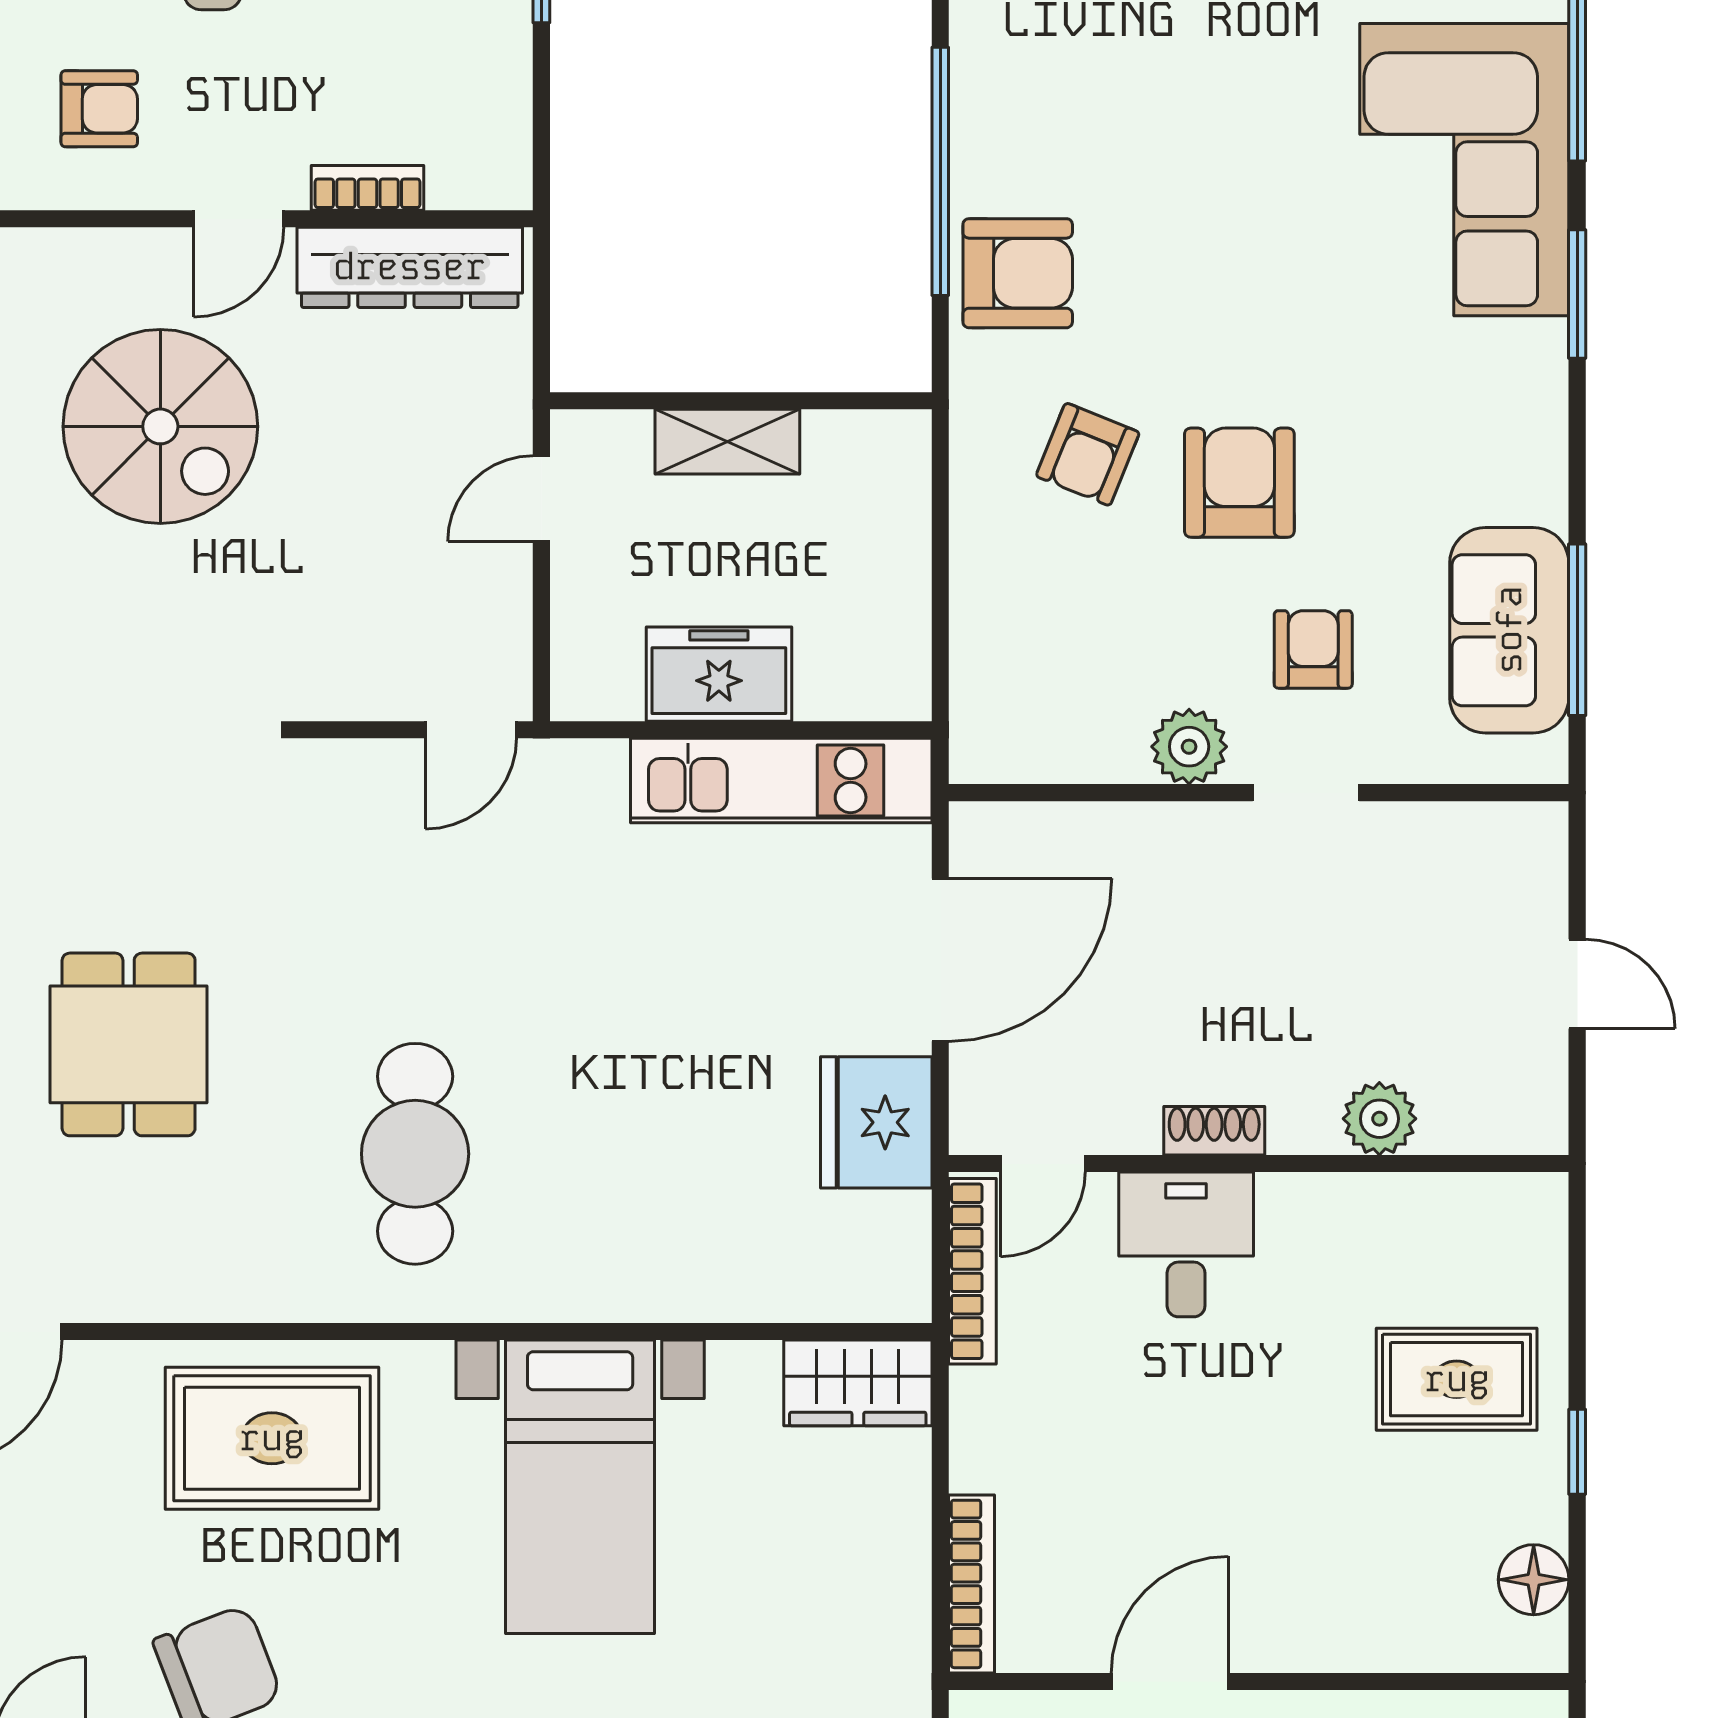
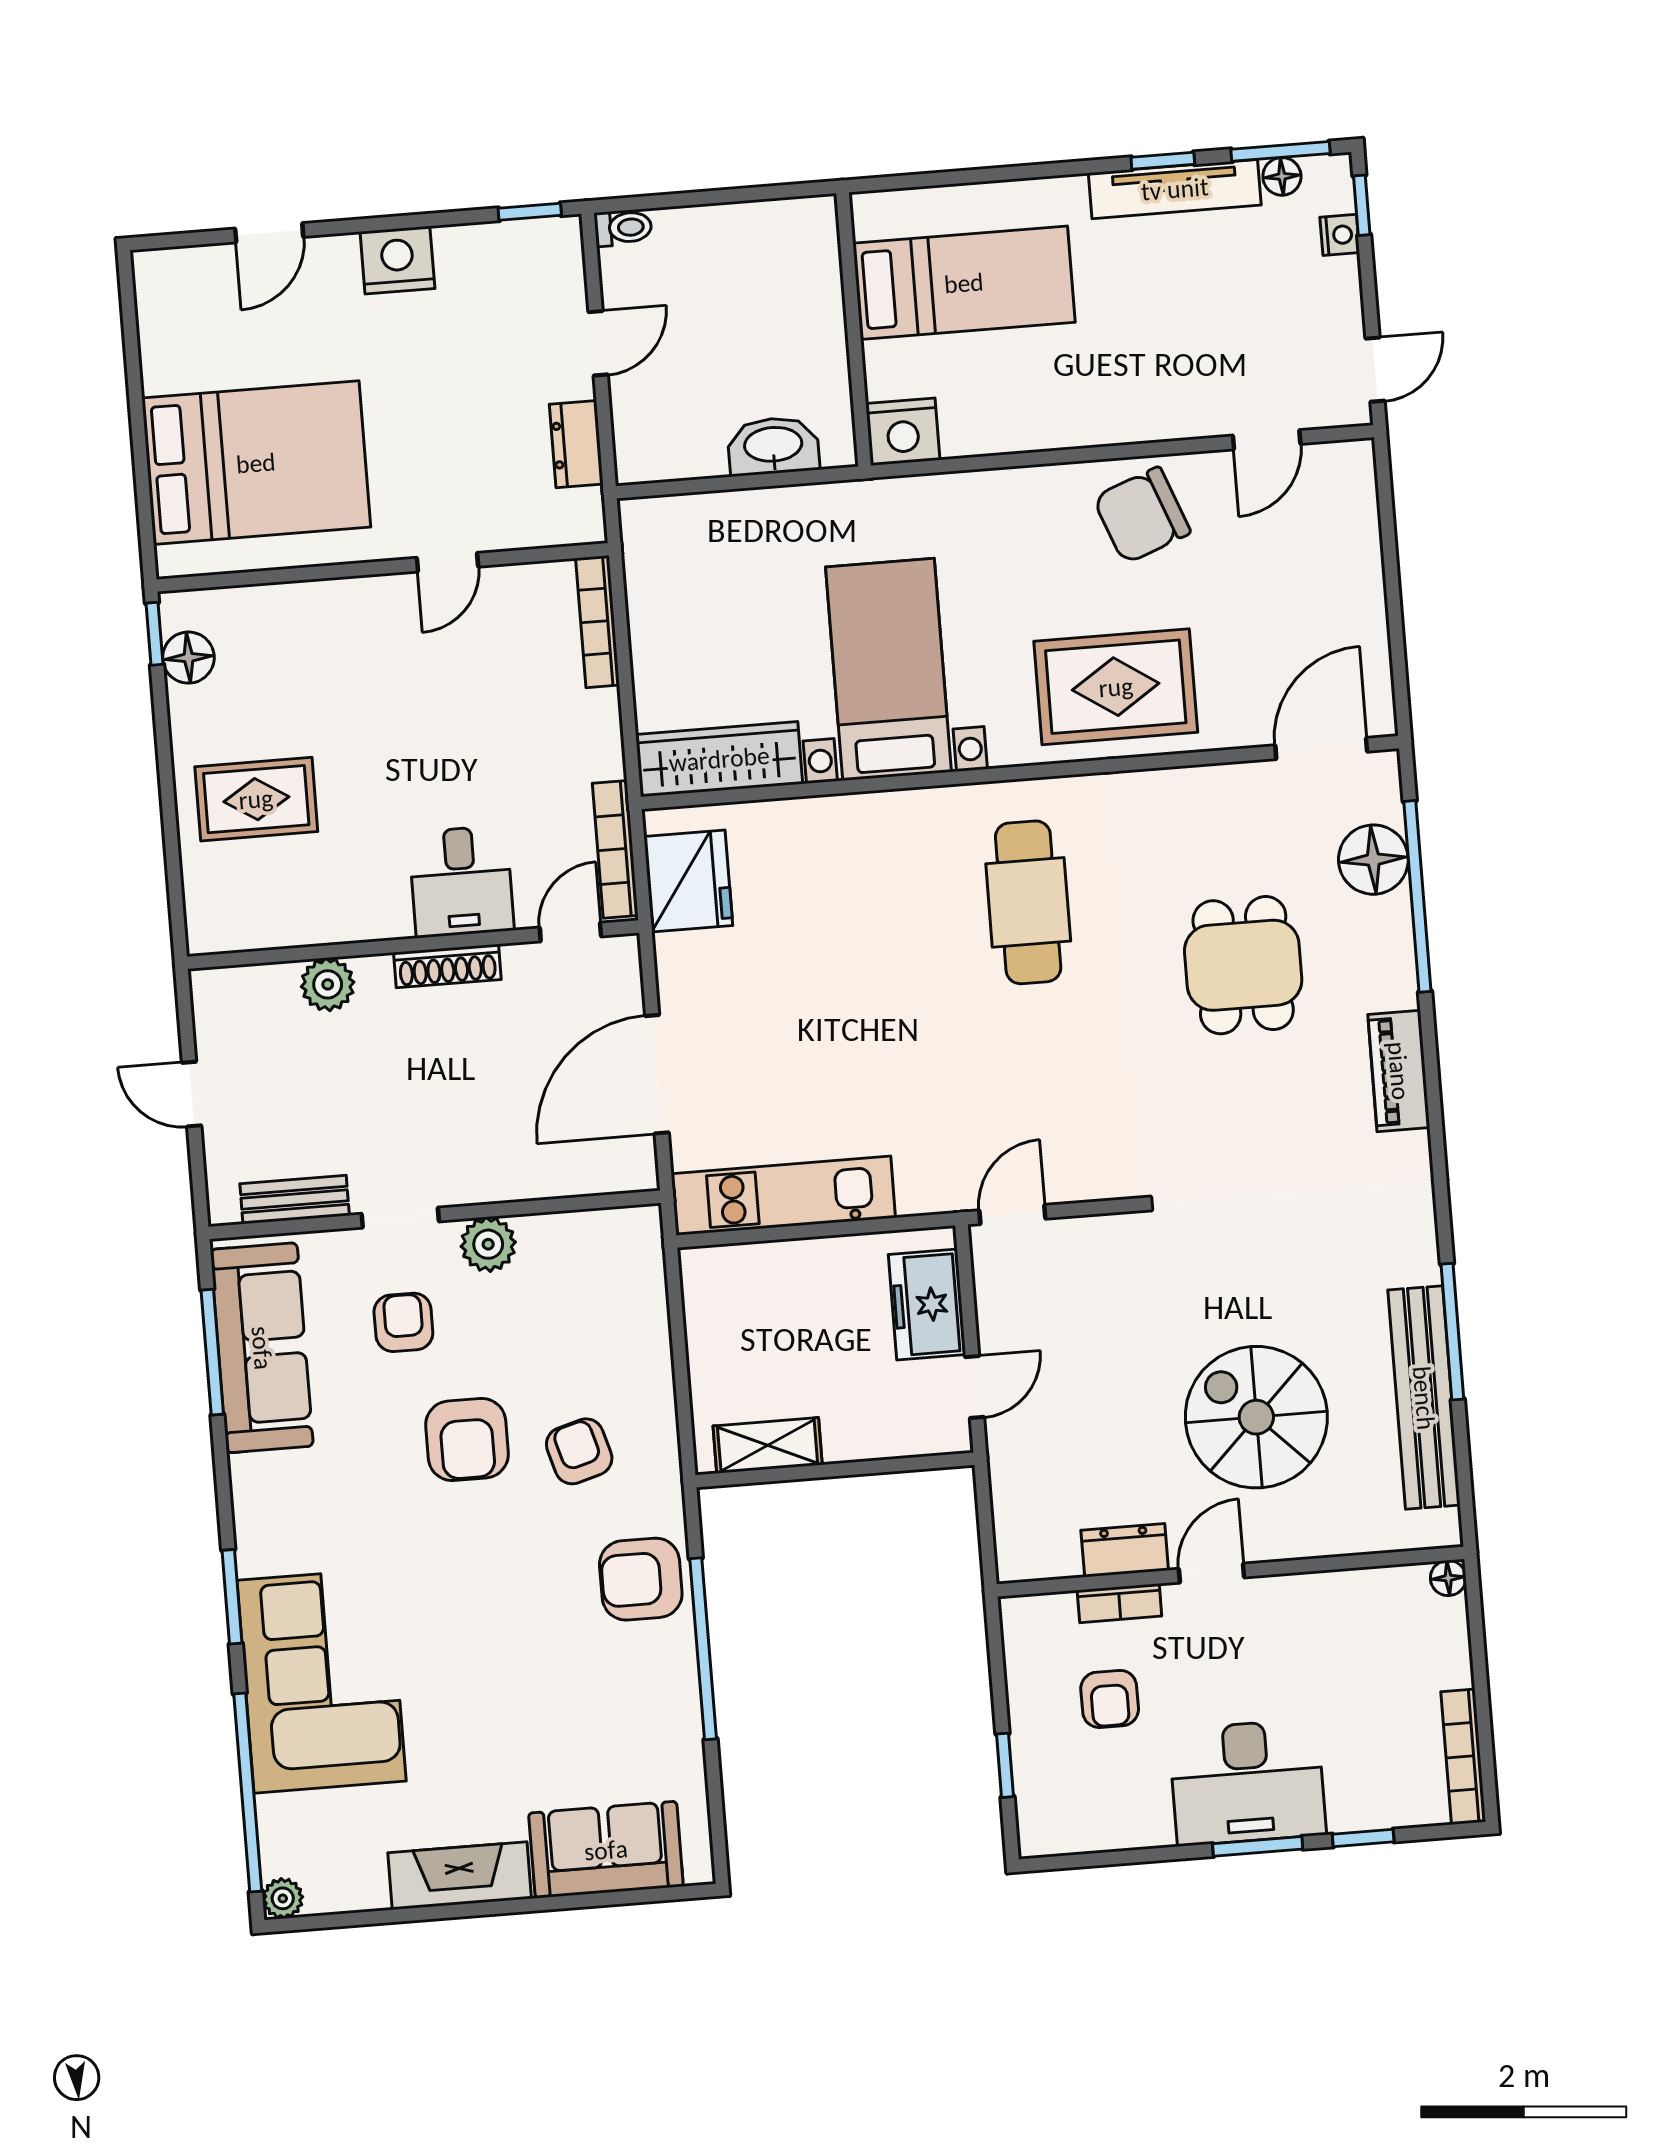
armchair: (99, 109) -> (1110, 1699), moved, turned -90
dresser: (410, 267) -> (1125, 1550), width x0.51, depth x0.80
shelving: (727, 442) -> (768, 1445), moved
armchair: (1088, 454) -> (579, 1451), turned -38
sofa: (1509, 630) -> (262, 1348), width x1.36
armchair: (1313, 649) -> (403, 1322), turned 180
freezer: (719, 674) -> (927, 1305), moved, turned 90
bench: (1448, 829) -> (295, 1200), added
fridge: (876, 1122) -> (688, 881), moved
shoe rack: (1214, 1131) -> (447, 966), width x1.43
wardrobe: (858, 1383) -> (719, 759), width x1.50
window: (1577, 1452) -> (155, 634), moved
door: (1170, 1681) -> (448, 562), width x0.73

